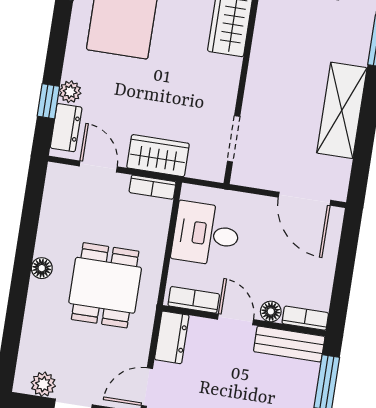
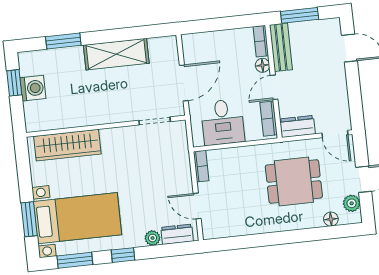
window: (48, 101) -> (123, 255), moved
wardrobe: (158, 156) -> (179, 168), removed
door: (98, 166) -> (197, 206), hinge flipped
door: (305, 199) -> (184, 83), moved
floor lamp: (42, 268) -> (331, 219), moved
dining table: (105, 285) -> (294, 182), moved

